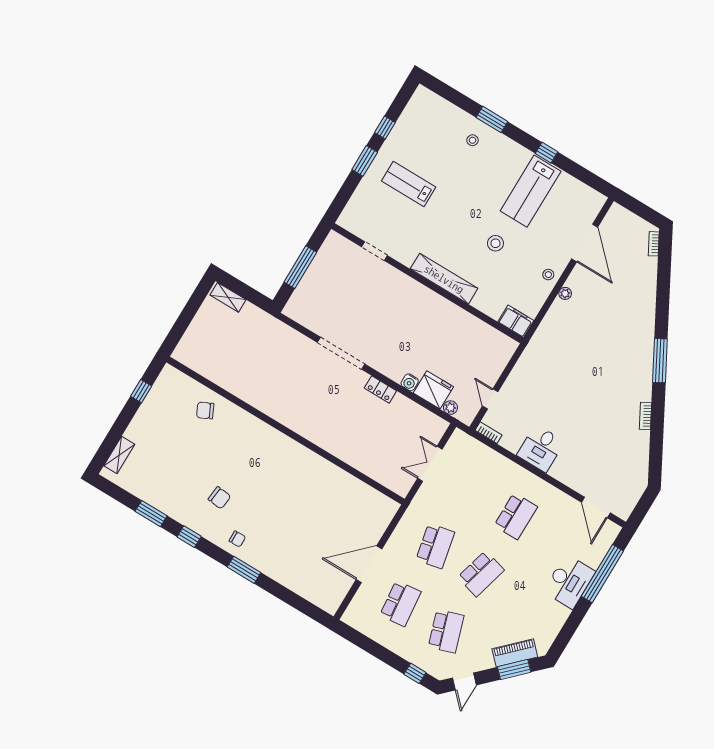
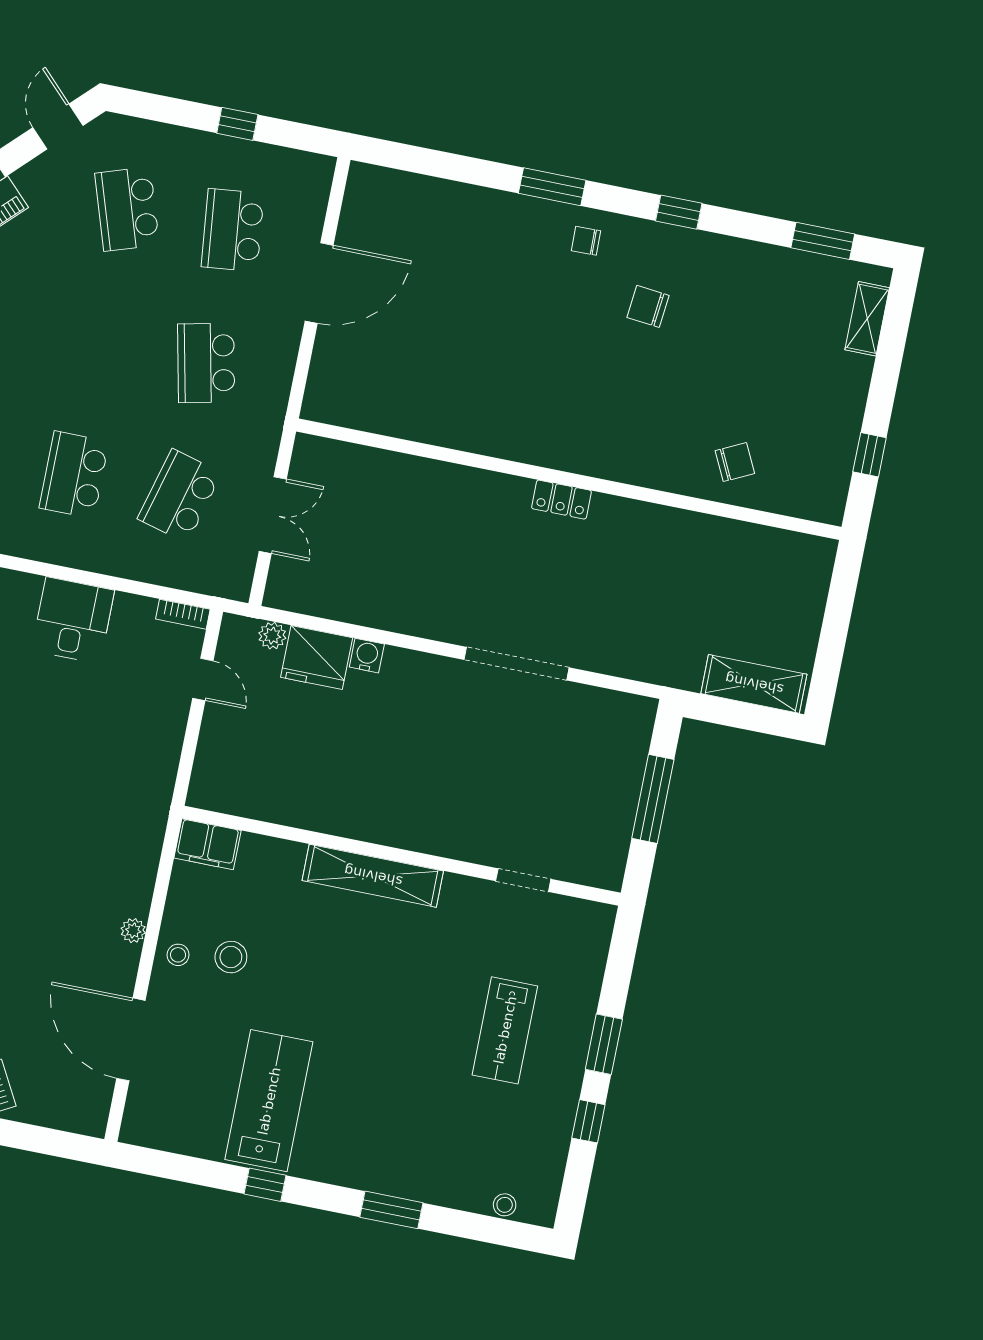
stool: (472, 140) -> (505, 1205), moved
lab bench: (409, 184) -> (505, 1030), turned 90
stool: (495, 243) -> (231, 957), moved
shelving: (228, 297) -> (754, 684), width x1.50, depth x1.33
locker: (380, 389) -> (561, 500), moved, turned 180
window: (151, 514) -> (823, 241), moved
school desk: (481, 574) -> (180, 496), moved
window: (415, 673) -> (237, 124), moved

